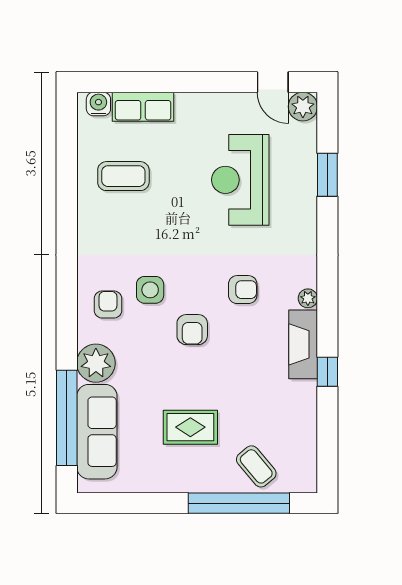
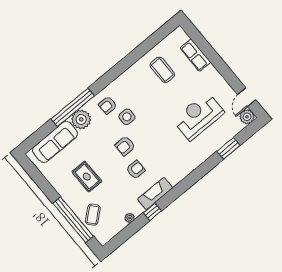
water cooler: (98, 104) -> (182, 37), removed
armchair: (243, 290) -> (136, 170), moved, turned -90
plant: (308, 298) -> (130, 218), moved
armchair: (108, 304) -> (108, 105), turned 180
window: (67, 418) -> (73, 107), moved

